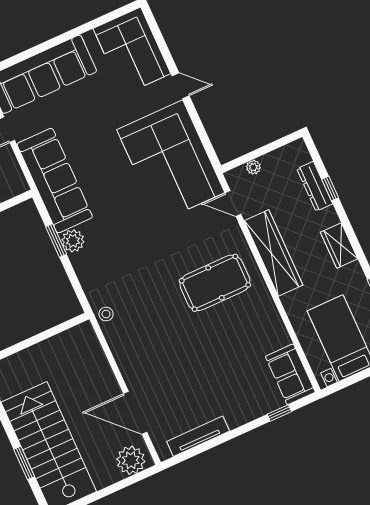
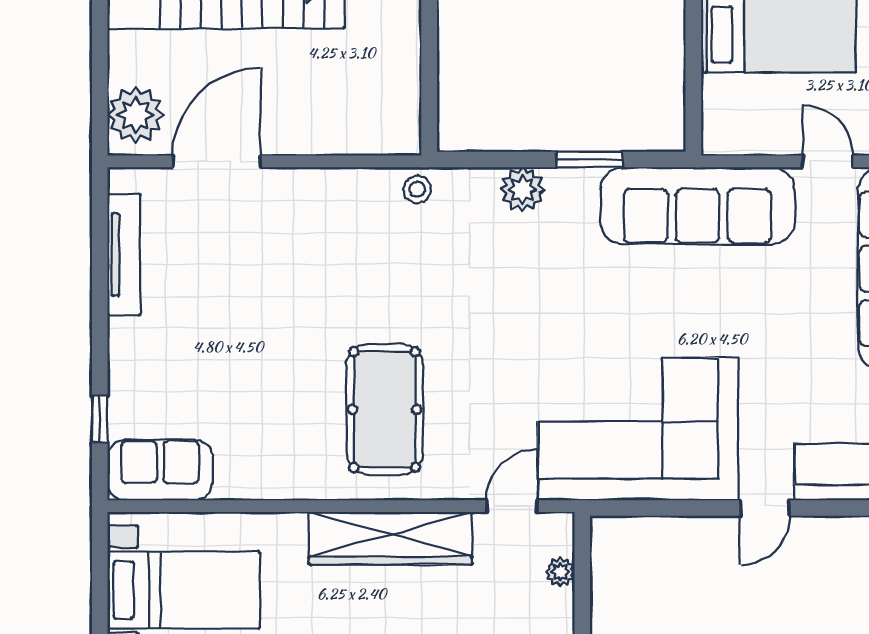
plant: (73, 241) -> (522, 189), moved

